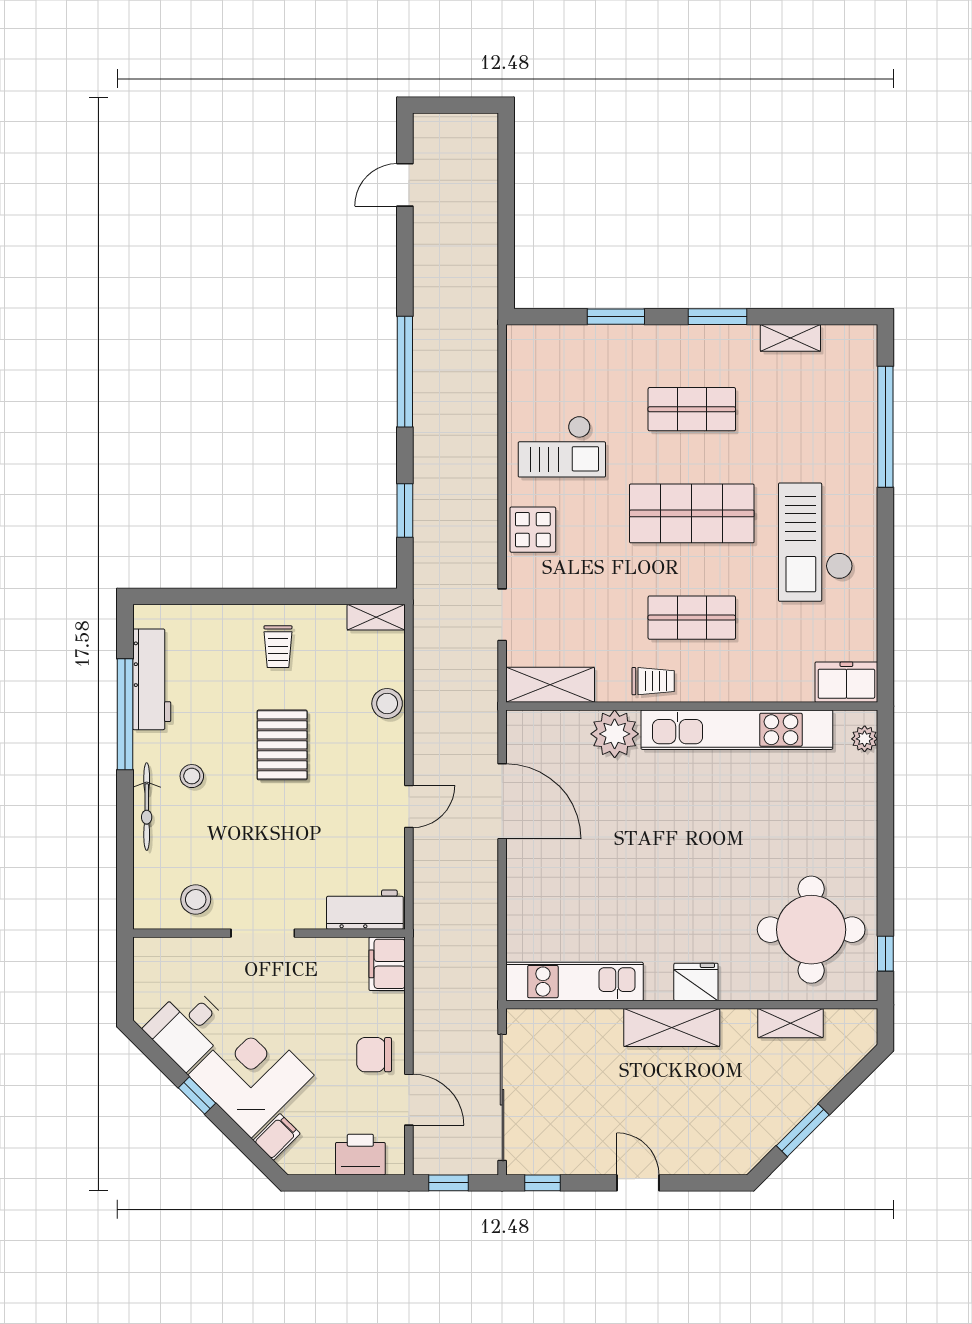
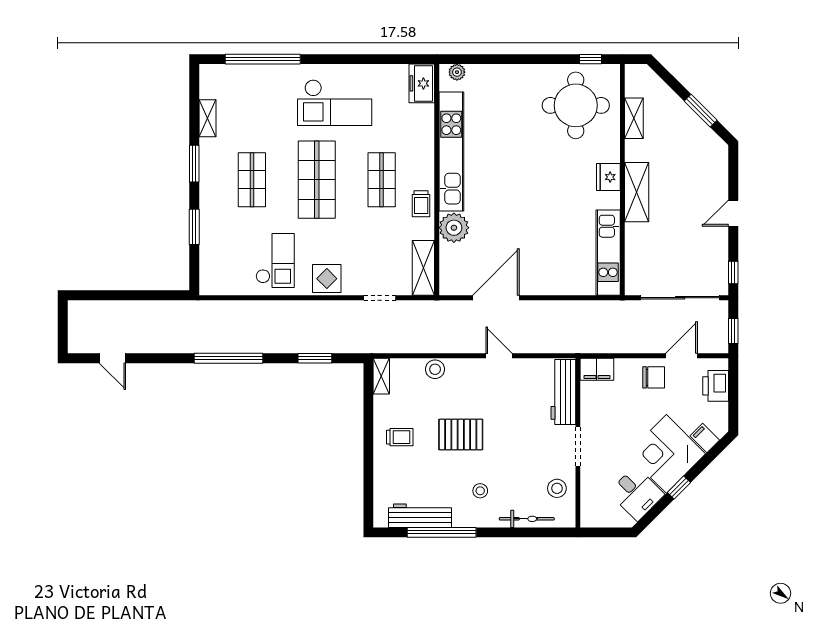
trolley: (653, 681) -> (421, 204), turned 180
bicycle: (147, 807) -> (527, 519), moved
workbench: (365, 910) -> (563, 392), width x1.37
chair: (374, 1055) -> (654, 377), turned -90

